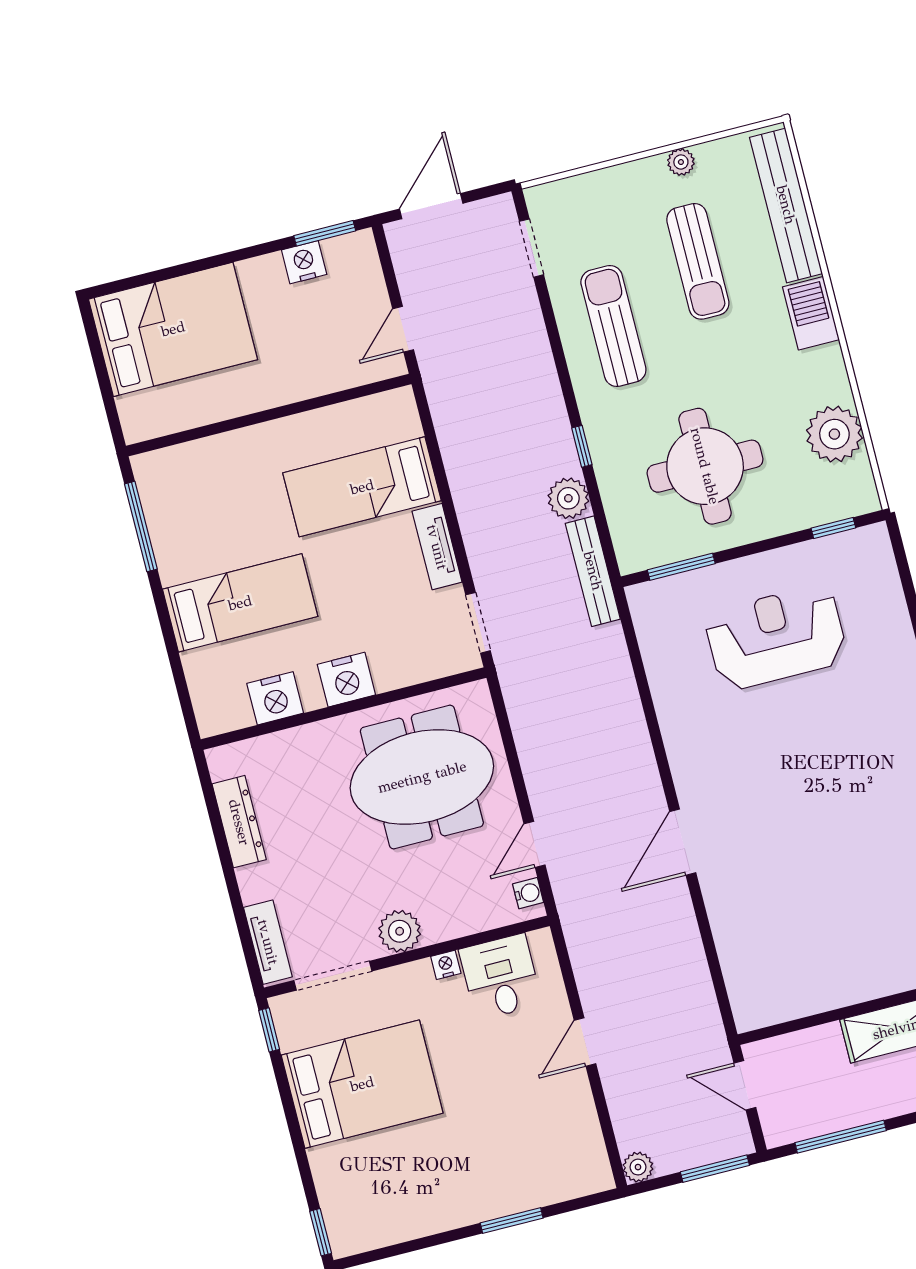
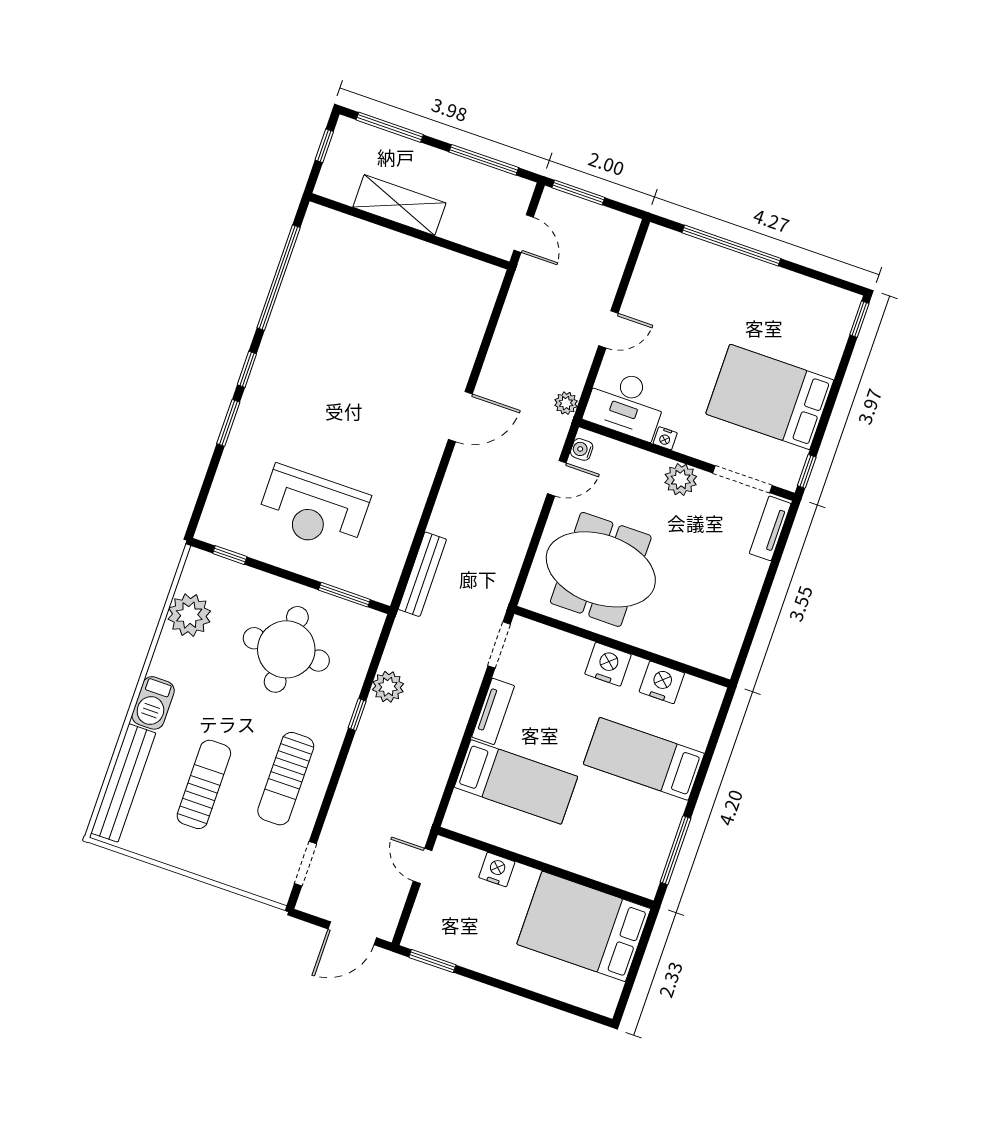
plant: (681, 162) -> (173, 856), removed
nightstand: (304, 262) -> (497, 870), moved, turned 180
bed: (173, 329) -> (584, 926), moved
door: (403, 329) -> (423, 866), swing flipped
bench: (593, 571) -> (422, 574), moved
dresser: (239, 822) -> (737, 618), removed
desk: (501, 977) -> (626, 404), width x1.37
plant: (638, 1167) -> (566, 403), moved
window: (512, 1220) -> (731, 246), width x2.11

